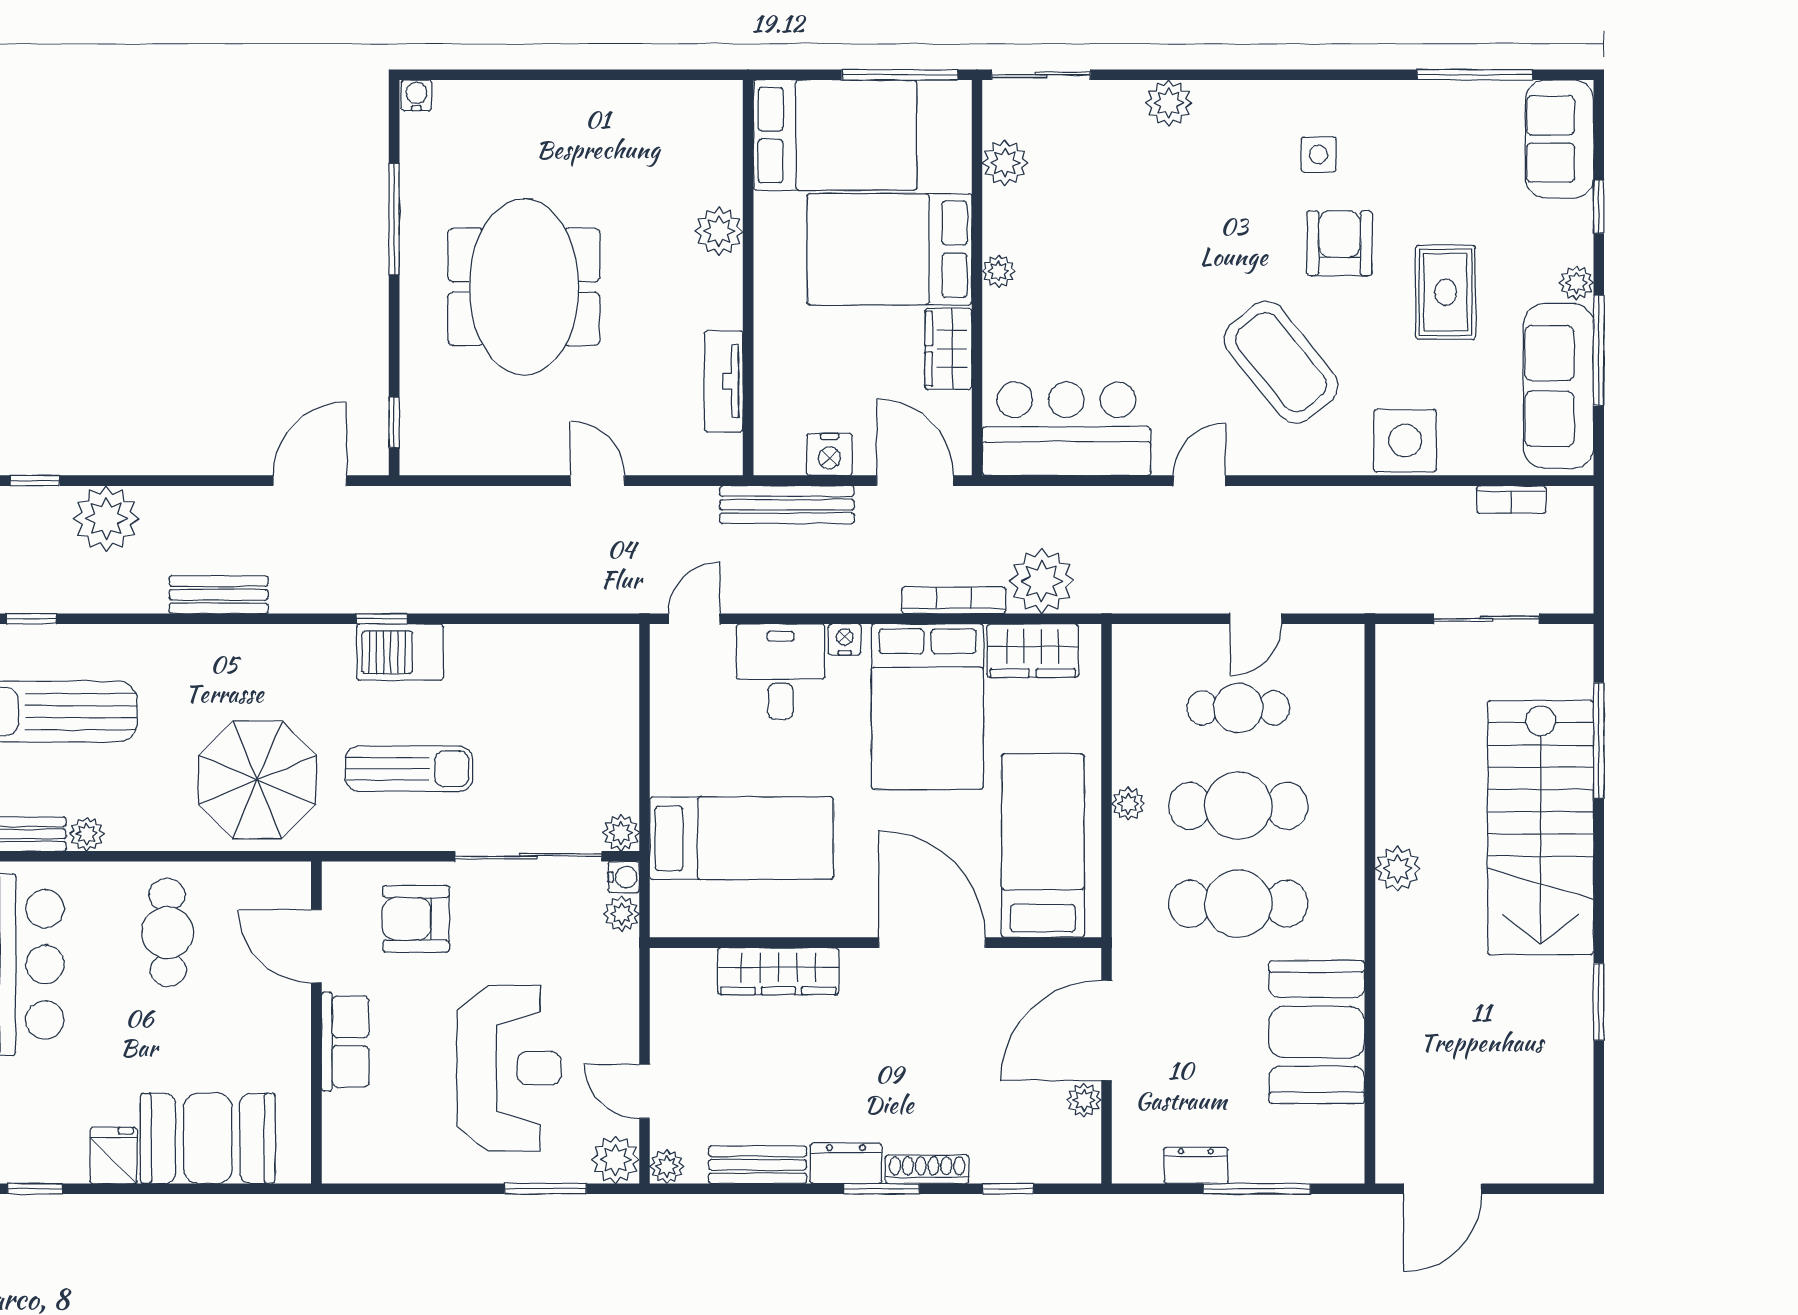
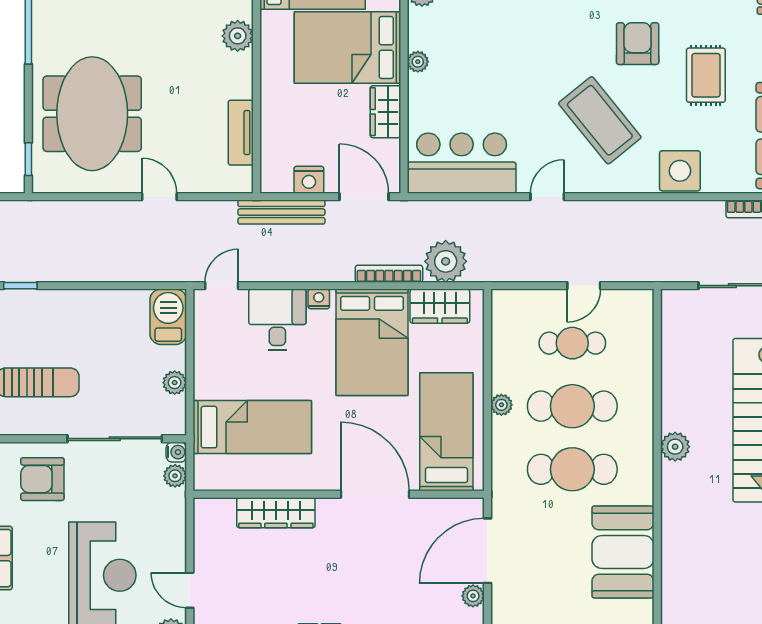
meeting table: (524, 287) -> (92, 114), moved
barbecue: (400, 652) -> (168, 317), moved, turned 90
plant: (621, 833) -> (175, 383), moved

